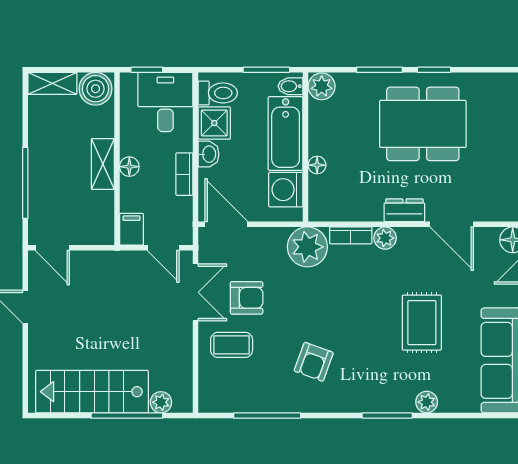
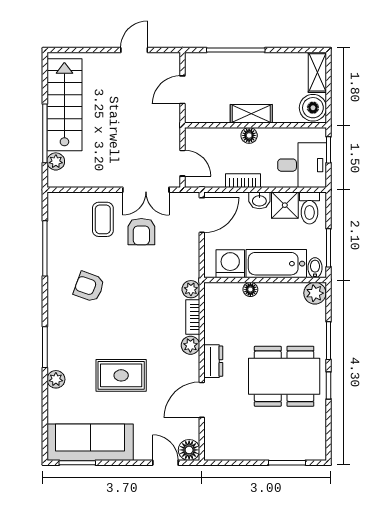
dining table: (423, 124) -> (284, 376), turned 90
filing cabinet: (131, 229) -> (198, 137), removed
plant: (307, 247) -> (191, 289), width x0.53, depth x0.53
door: (52, 248) -> (182, 90), moved
door: (163, 248) -> (182, 163), swing flipped

